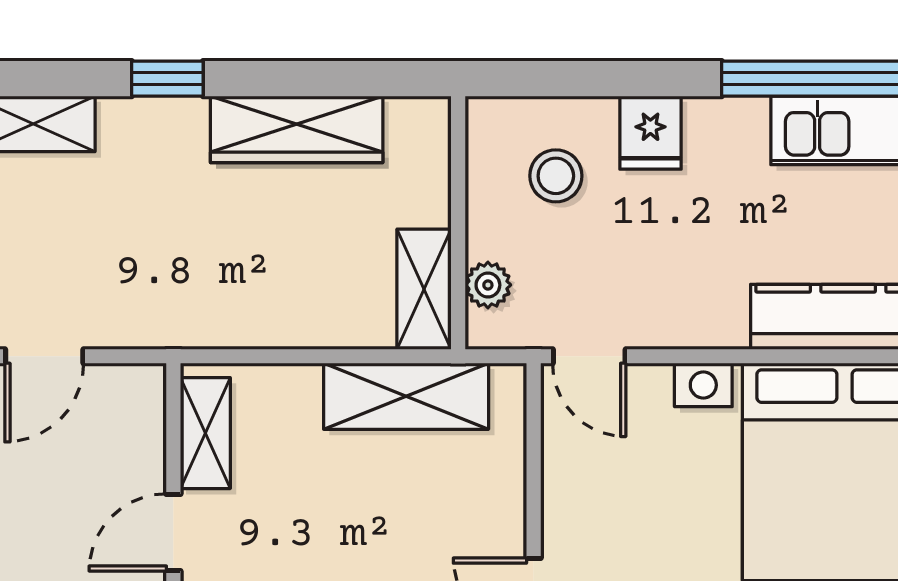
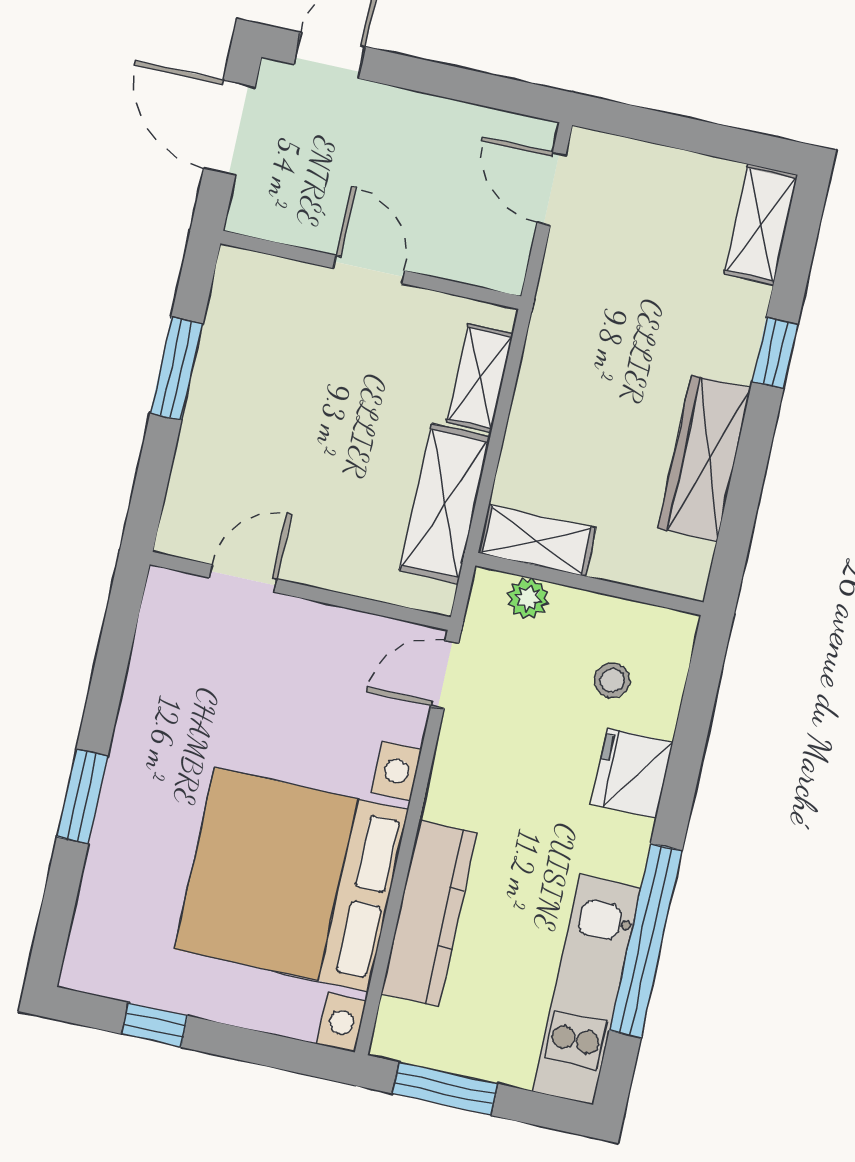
fridge: (650, 133) -> (632, 773), width x1.38
stool: (556, 176) -> (612, 680), width x0.73, depth x0.73
shelving: (205, 433) -> (480, 378), moved, turned 90

